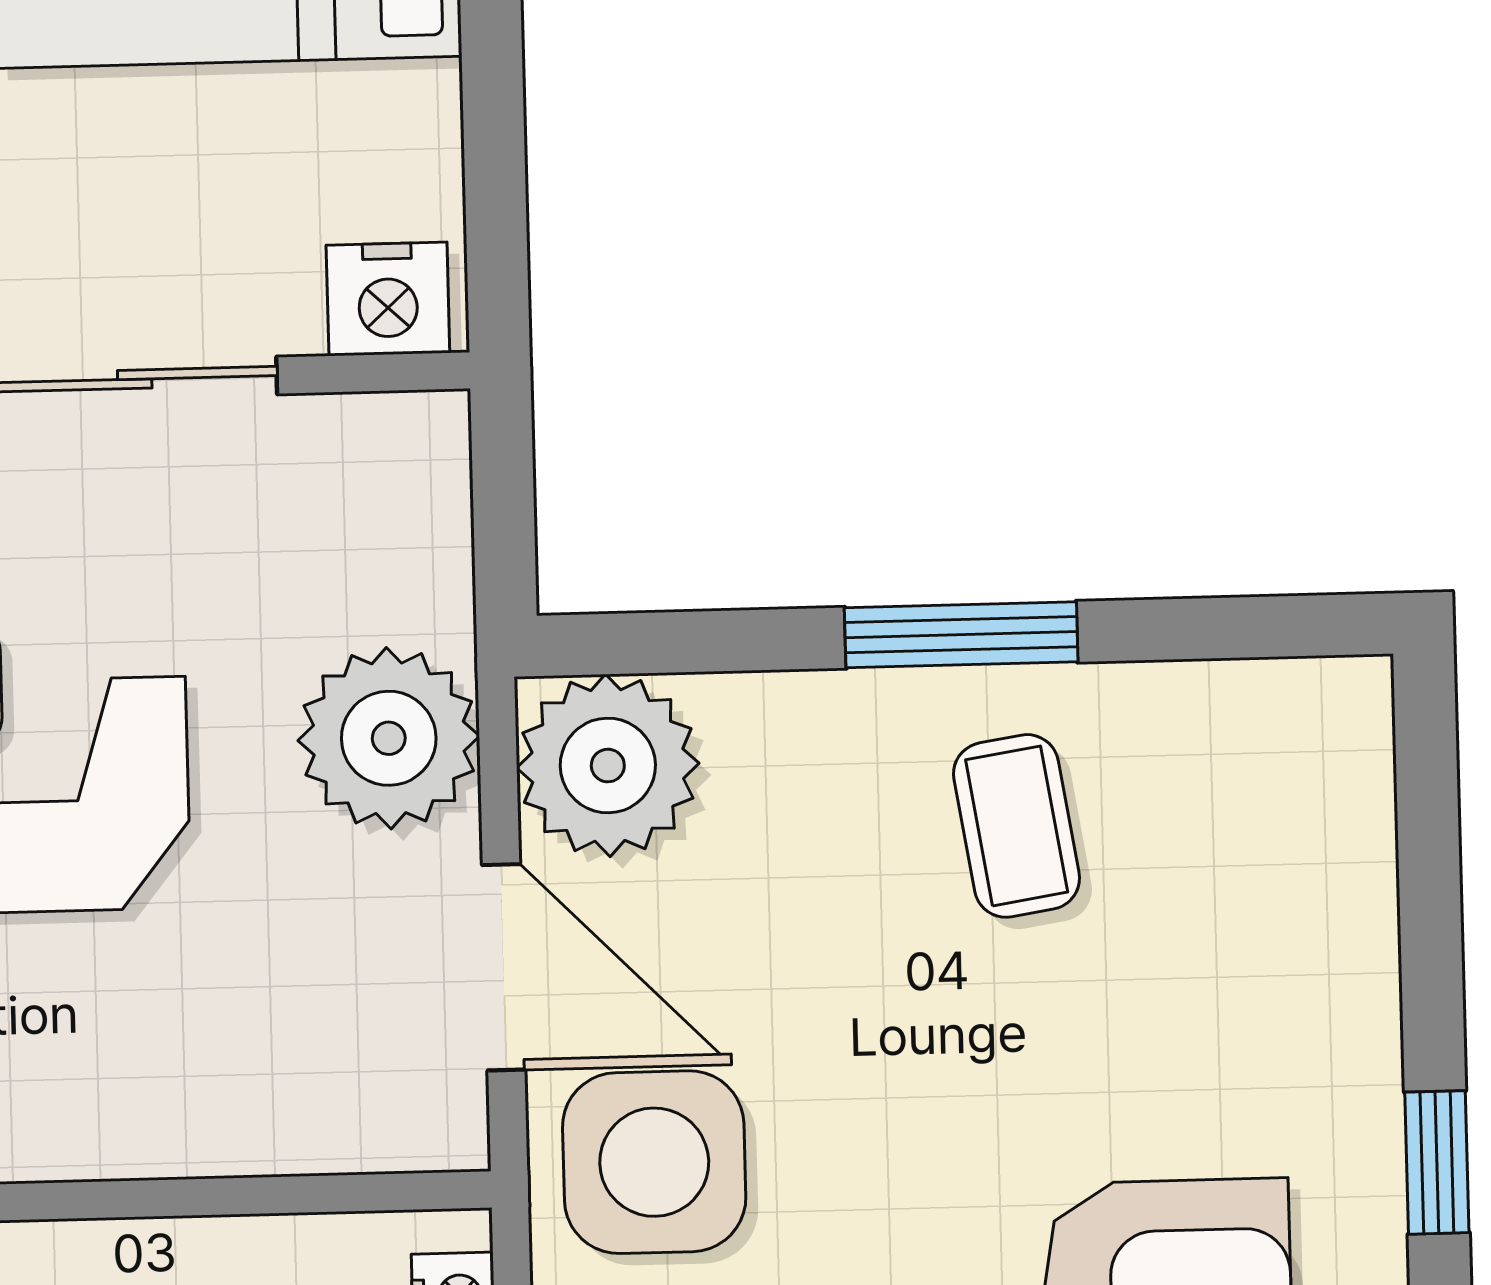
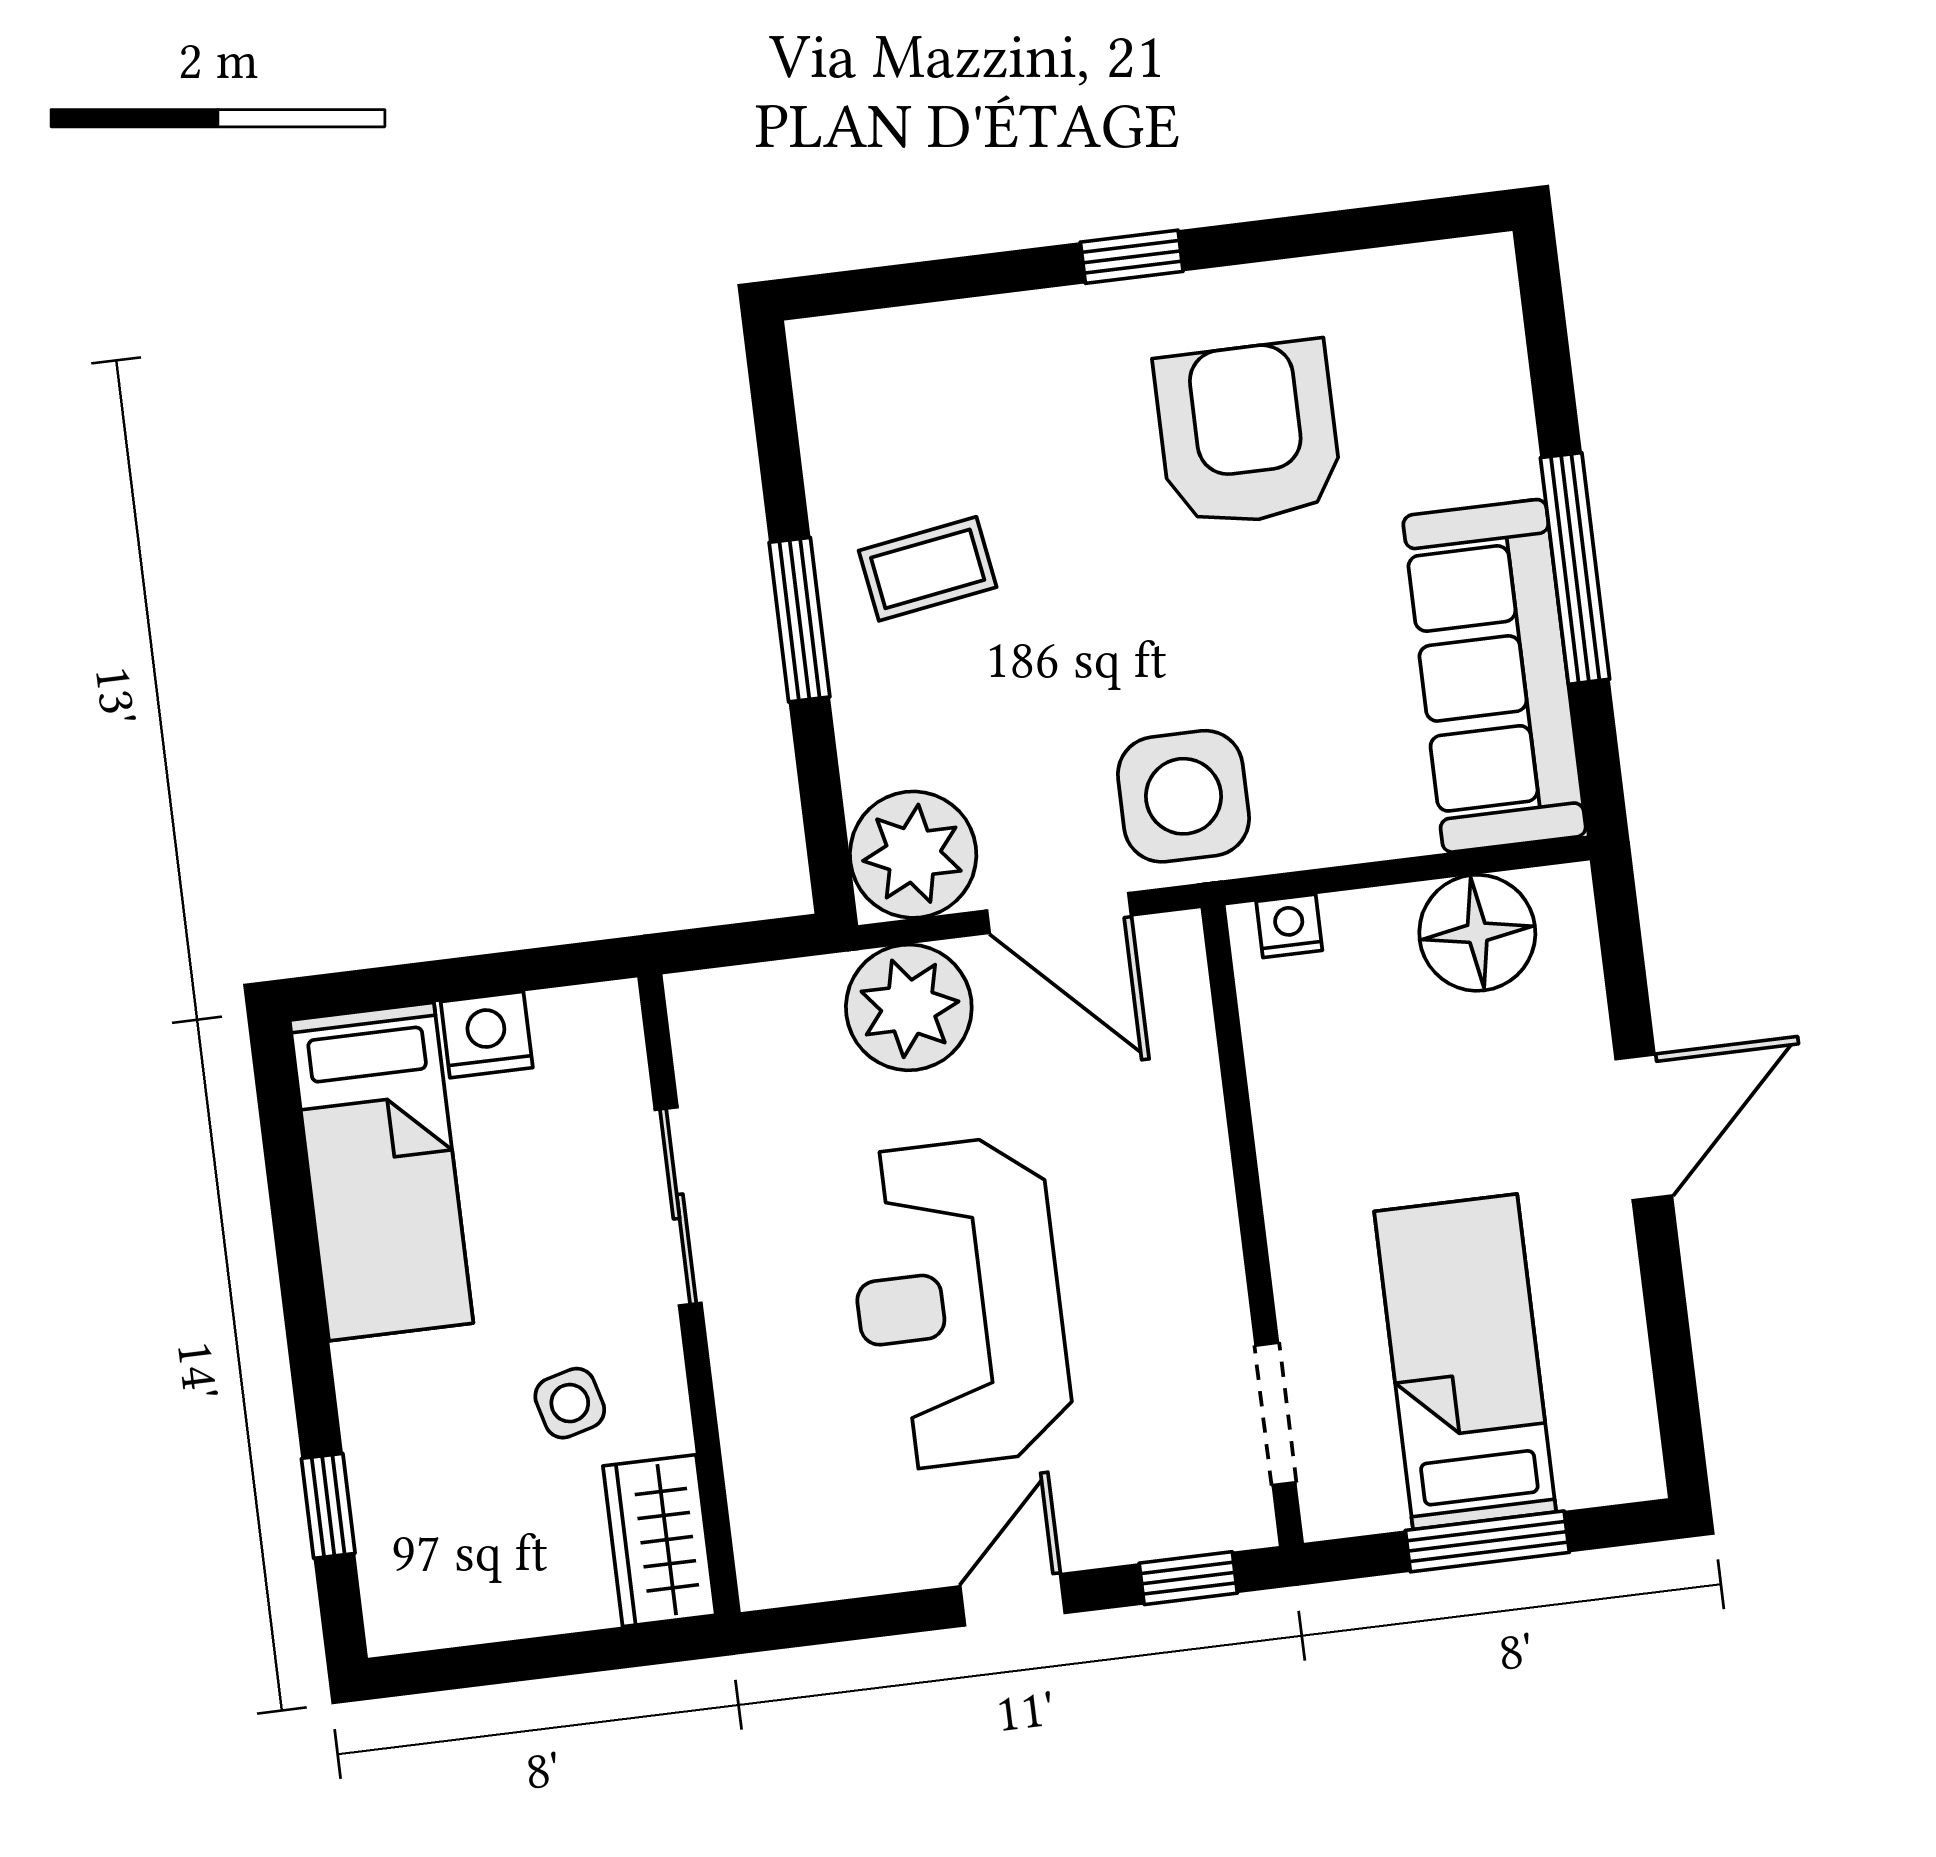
nightstand: (388, 299) -> (487, 1035), moved, turned -90
door: (504, 967) -> (1059, 913), swing flipped

